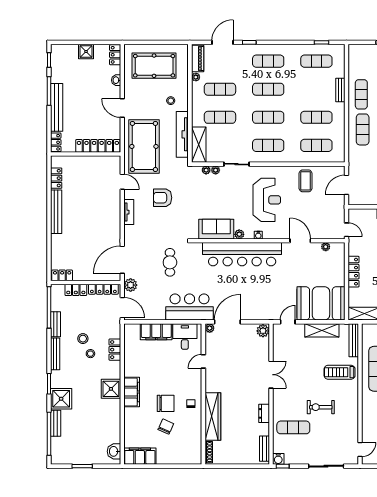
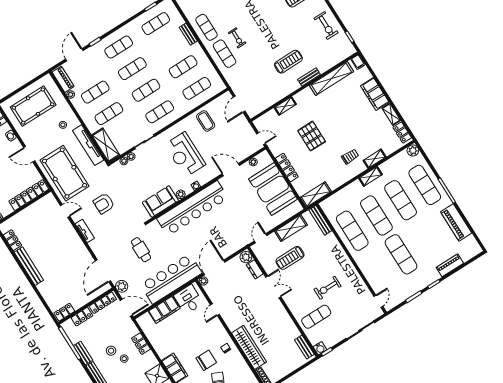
reception desk: (267, 200) -> (185, 155), turned 180
booth: (321, 303) -> (273, 189), moved, turned 90
bar counter: (190, 307) -> (171, 279), width x1.36
treadmill: (340, 372) -> (290, 258), moved
dresser: (264, 413) -> (255, 269), moved

